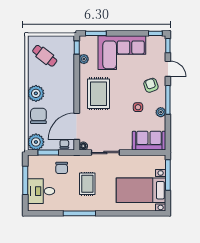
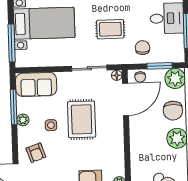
rug: (99, 94) -> (82, 119), moved
window: (168, 100) -> (14, 107), moved
rug: (87, 184) -> (110, 29), turned 90

